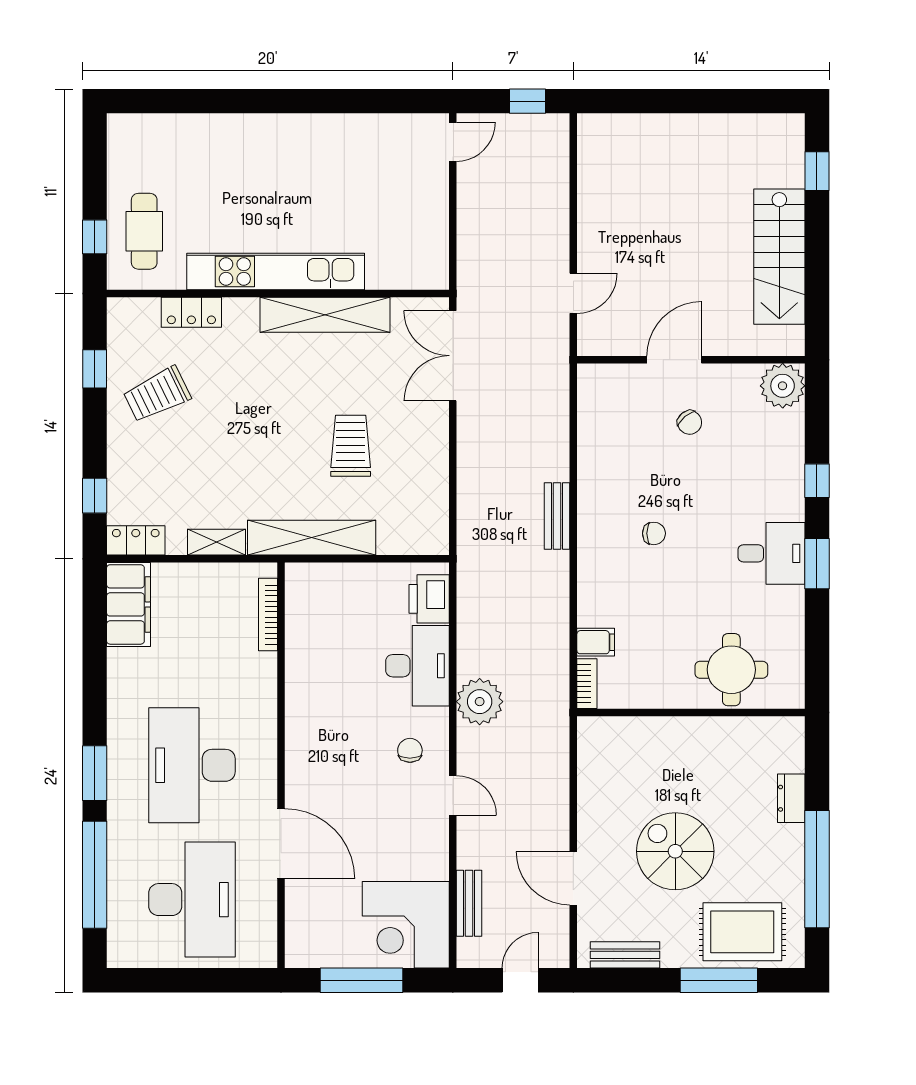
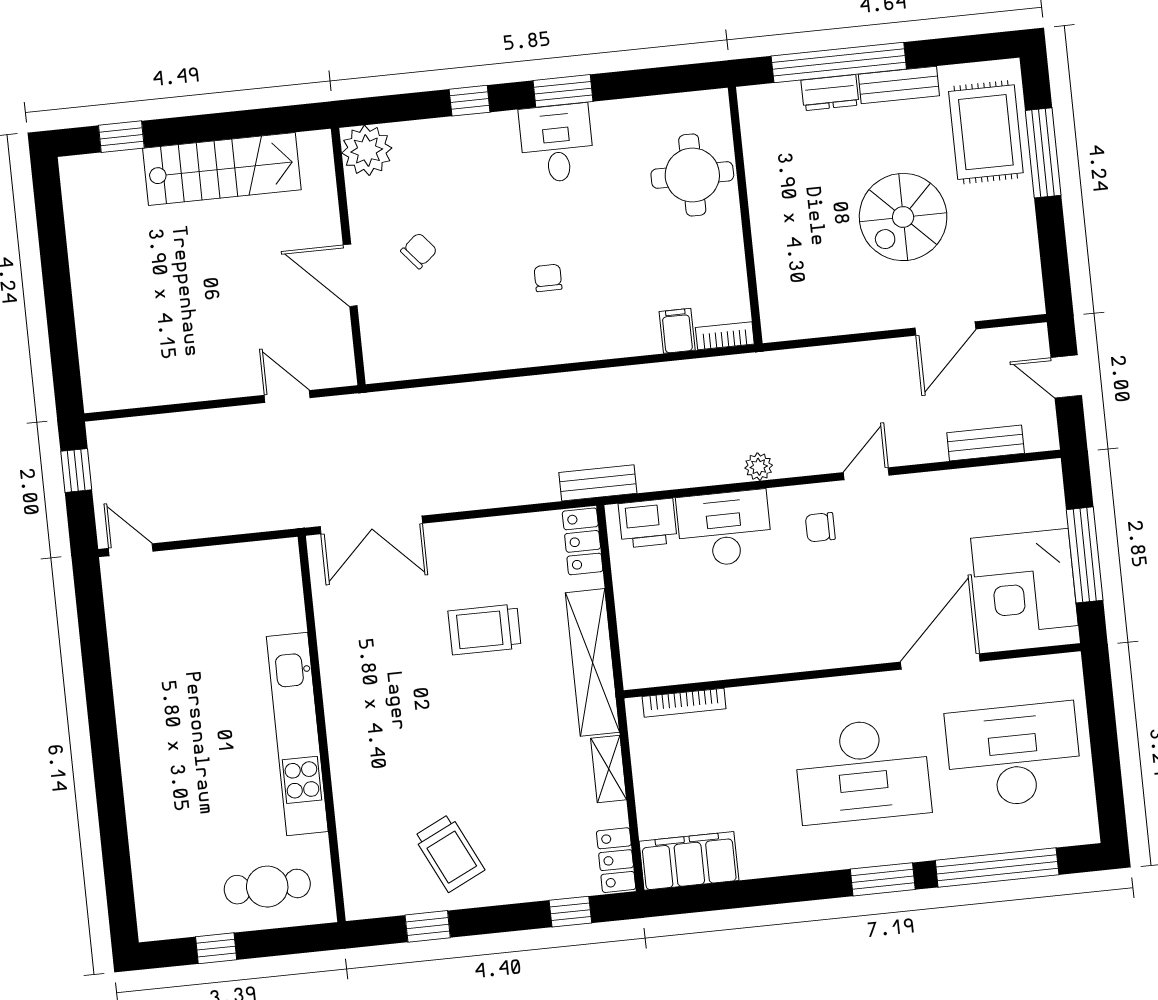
window: (95, 237) -> (216, 948), moved
locker: (191, 312) -> (583, 541), moved, turned 180
shelving: (325, 315) -> (340, 673), removed
bench: (557, 516) -> (598, 483), moved
plant: (480, 702) -> (759, 467), width x0.53, depth x0.53
window: (817, 869) -> (839, 62), moved
corner desk: (406, 925) -> (1024, 582), moved, turned 90
bench: (625, 955) -> (899, 85), moved, turned 90

